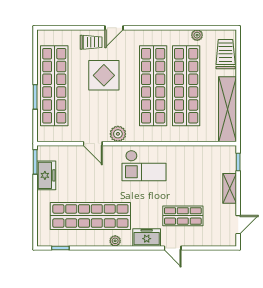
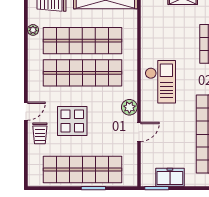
door: (114, 28) -> (26, 111), hinge flipped
trolley: (91, 42) -> (40, 133), turned 180

